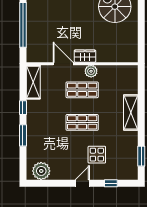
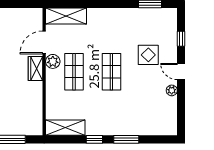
door: (63, 64) -> (44, 42), moved
shelving: (131, 113) -> (66, 16), moved
plant: (41, 171) -> (172, 90), moved, width x0.53, depth x0.53

